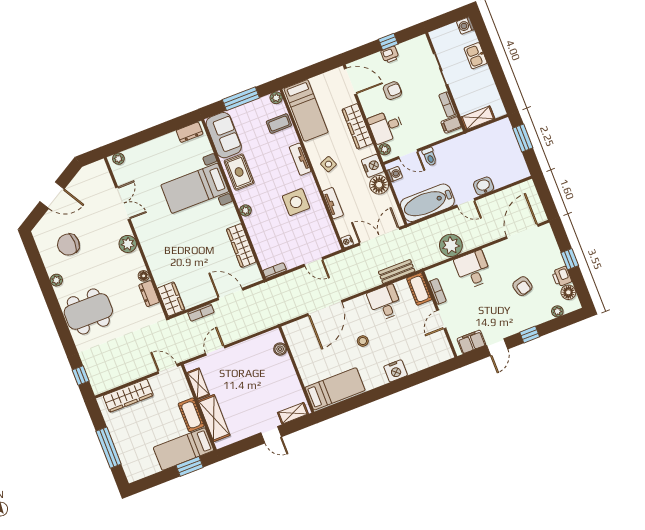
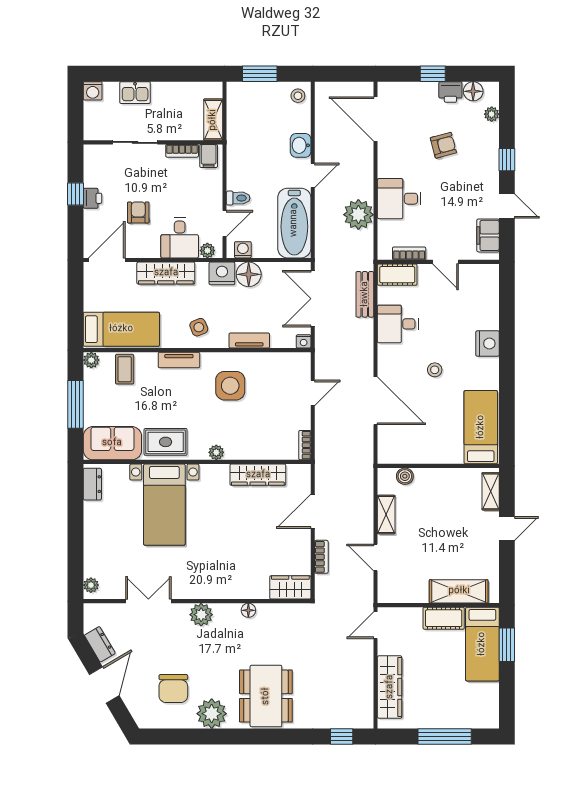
stool: (518, 171) -> (298, 96), added
plant: (56, 280) -> (212, 714), width x1.88, depth x1.88
dresser: (149, 294) -> (100, 644), moved, turned -120
shelving: (198, 384) -> (386, 515), moved, turned 90

